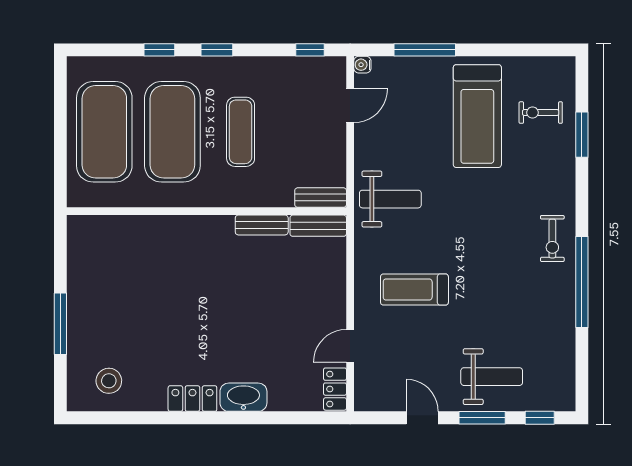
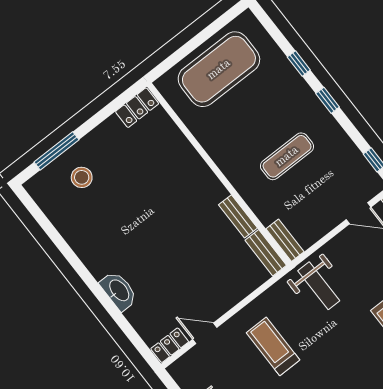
exercise mat: (172, 132) -> (253, 113), removed
window: (60, 324) -> (57, 151), moved
stool: (109, 381) -> (82, 177), moved
locker: (192, 399) -> (137, 108), moved, turned 90

